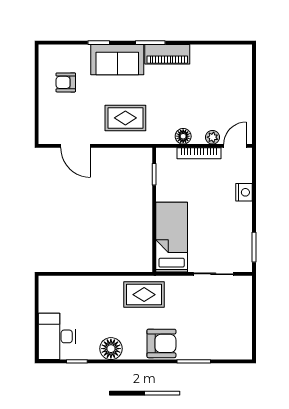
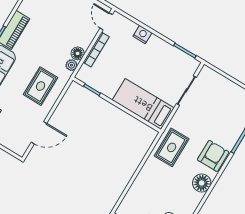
plant: (213, 137) -> (71, 65), moved
floor lamp: (111, 349) -> (202, 183), moved

